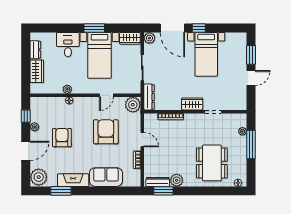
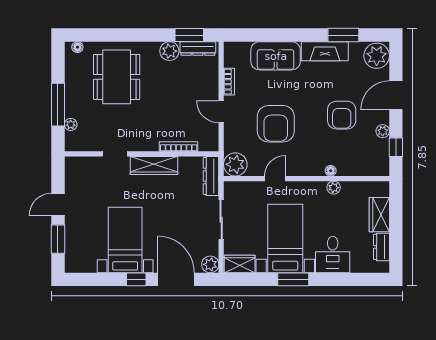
wardrobe: (192, 104) -> (154, 166), width x1.50

